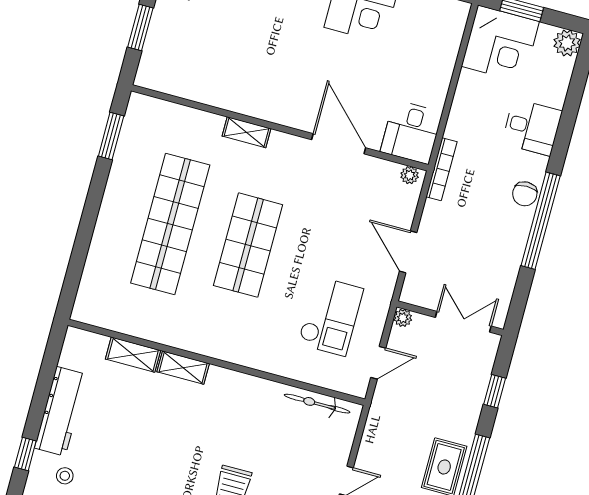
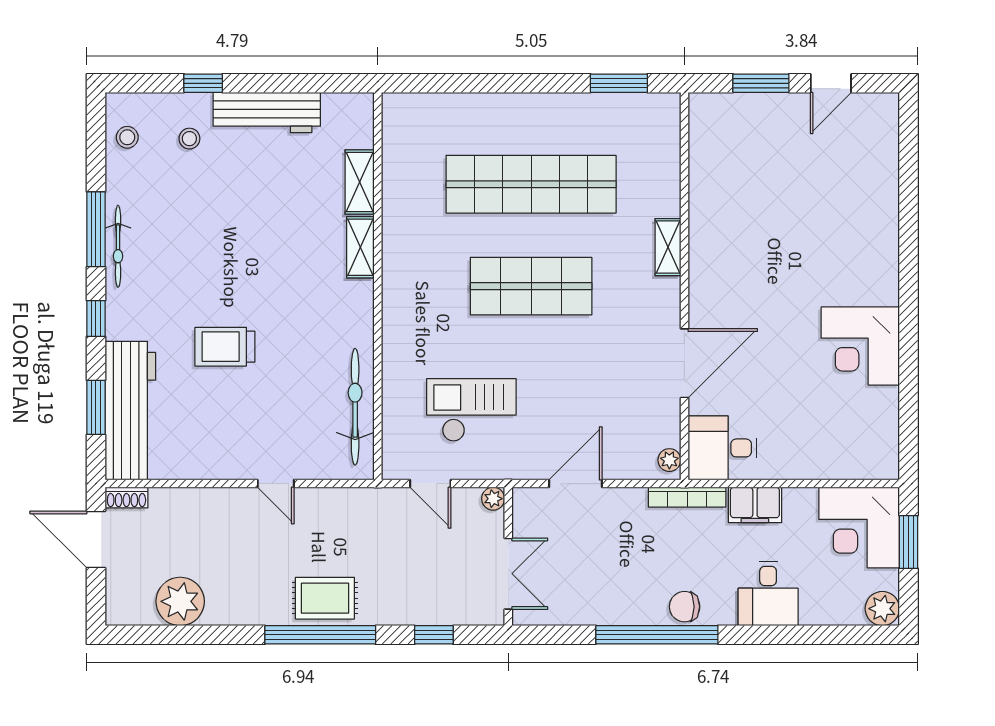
filing cabinet: (462, 119) -> (755, 505), added
checkout: (331, 316) -> (471, 410), turned 180
bicycle: (317, 404) -> (355, 407), width x1.37, depth x1.40

